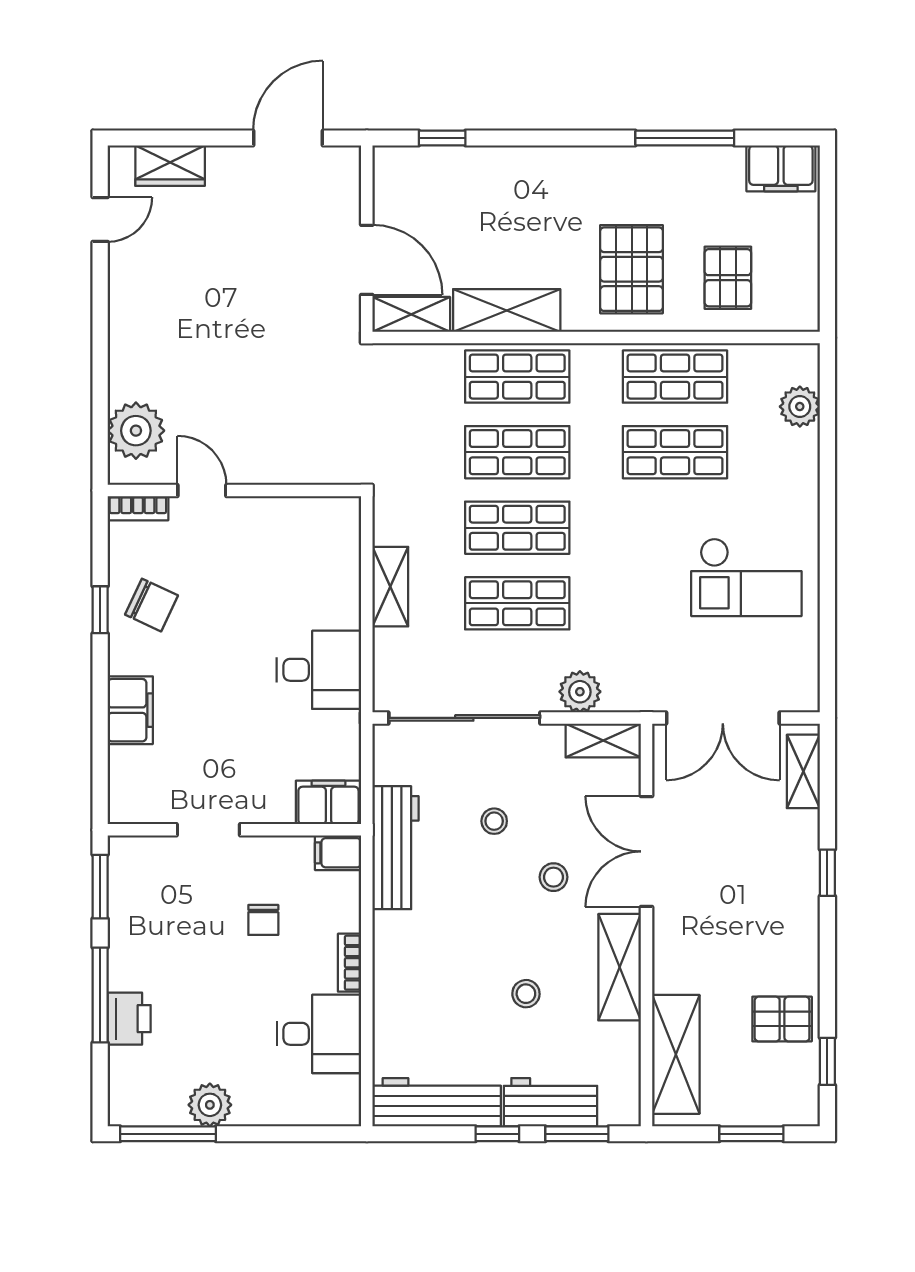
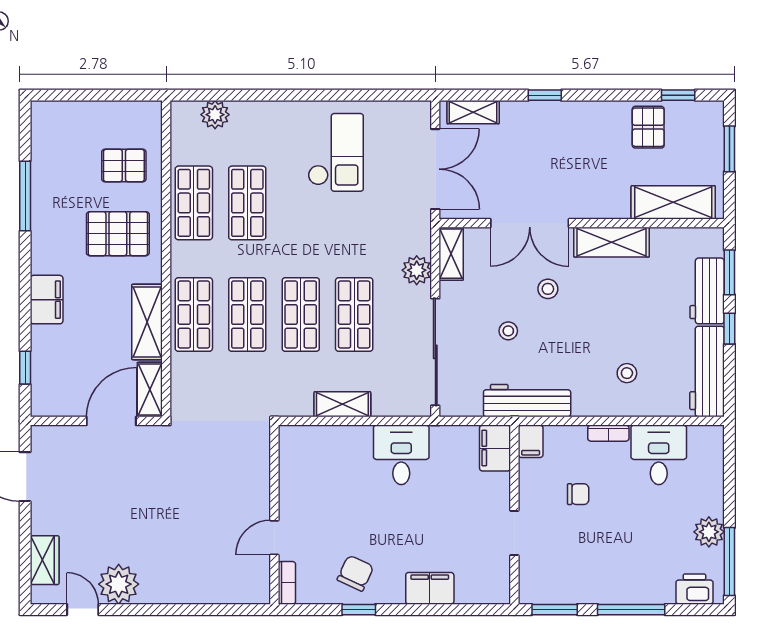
filing cabinet: (781, 168) -> (47, 300), moved
plant: (136, 431) -> (119, 584), moved
stool: (526, 994) -> (627, 373), moved
printer: (129, 1019) -> (694, 589), moved

